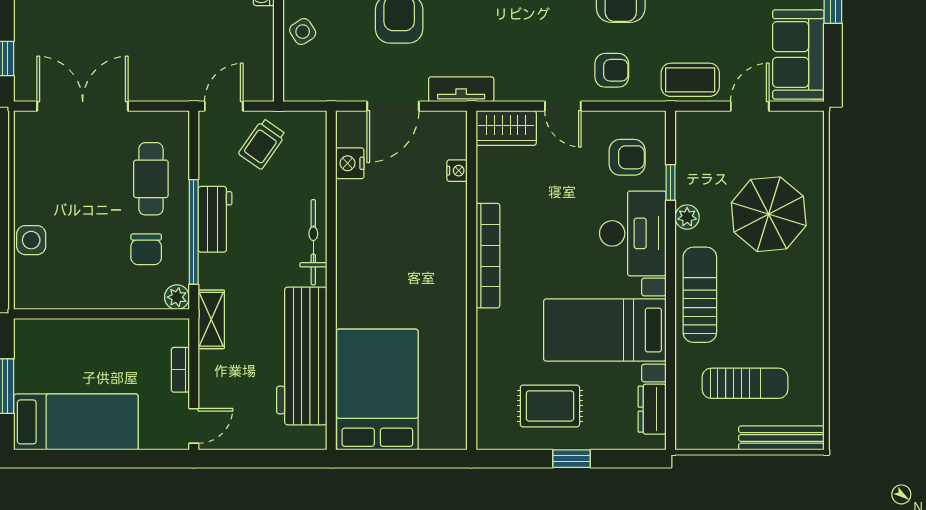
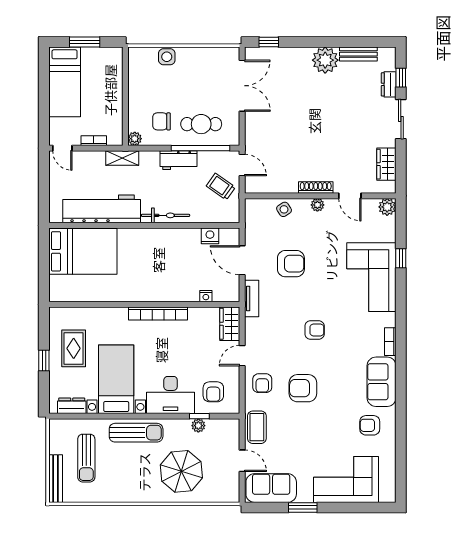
plant: (687, 217) -> (198, 426), moved
window: (194, 232) -> (200, 148), moved

